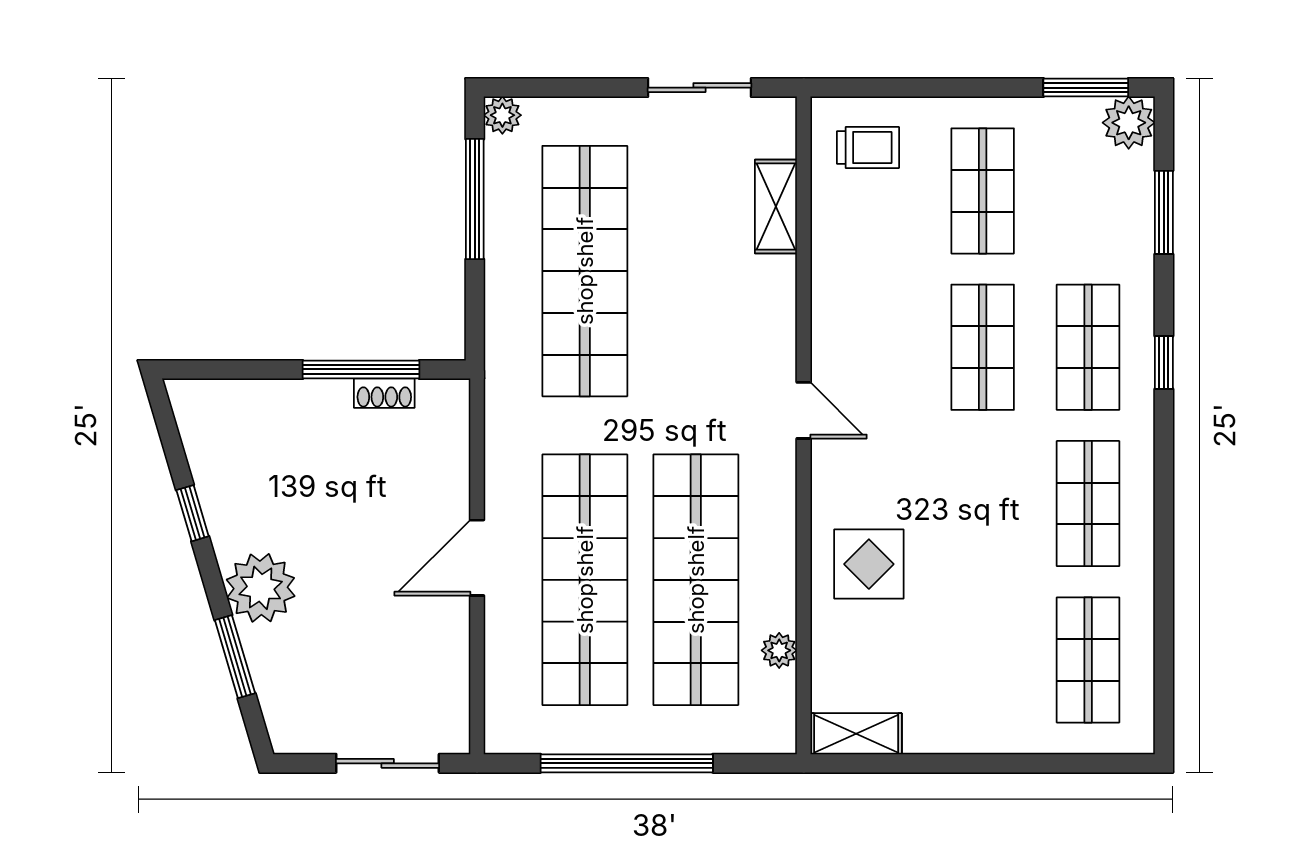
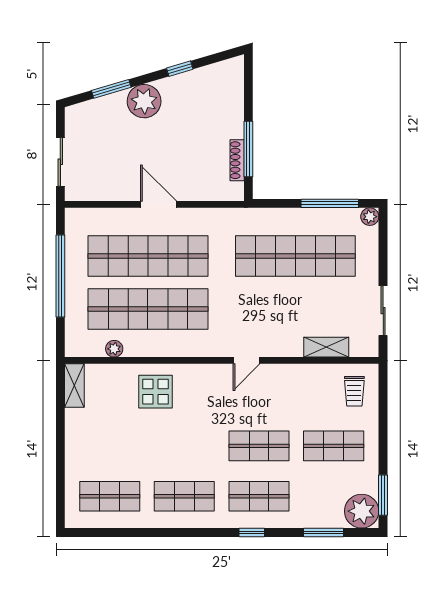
plant: (1129, 123) -> (362, 511), width x1.36, depth x1.36
shoe rack: (384, 393) -> (237, 160), width x1.43
door: (804, 410) -> (247, 360), moved

